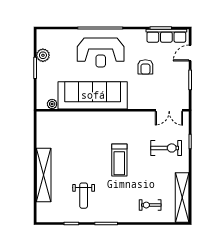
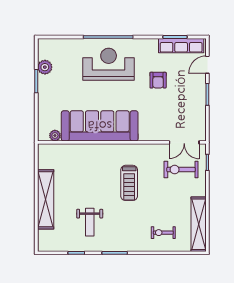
reception desk: (101, 53) -> (109, 64), turned 180
sofa: (93, 95) -> (100, 126), moved
plant: (52, 104) -> (55, 135), moved
wall: (113, 110) -> (122, 142), moved
double door: (169, 110) -> (184, 142), moved
exercise bike: (166, 148) -> (181, 170), turned 180

